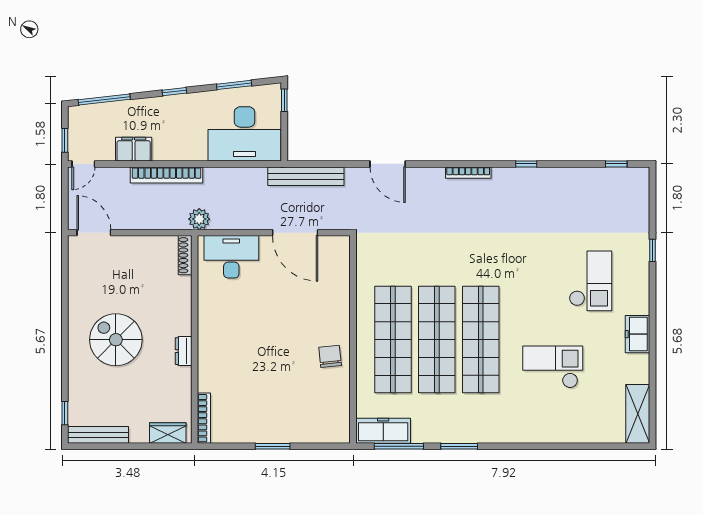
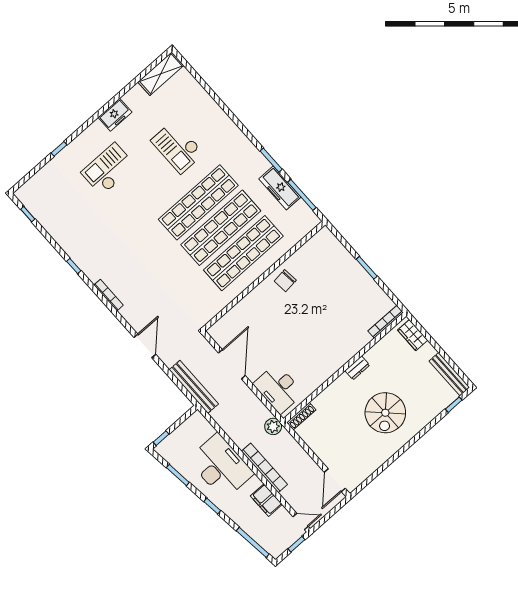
desk: (244, 134) -> (221, 466), moved
freezer: (383, 431) -> (280, 188), moved

